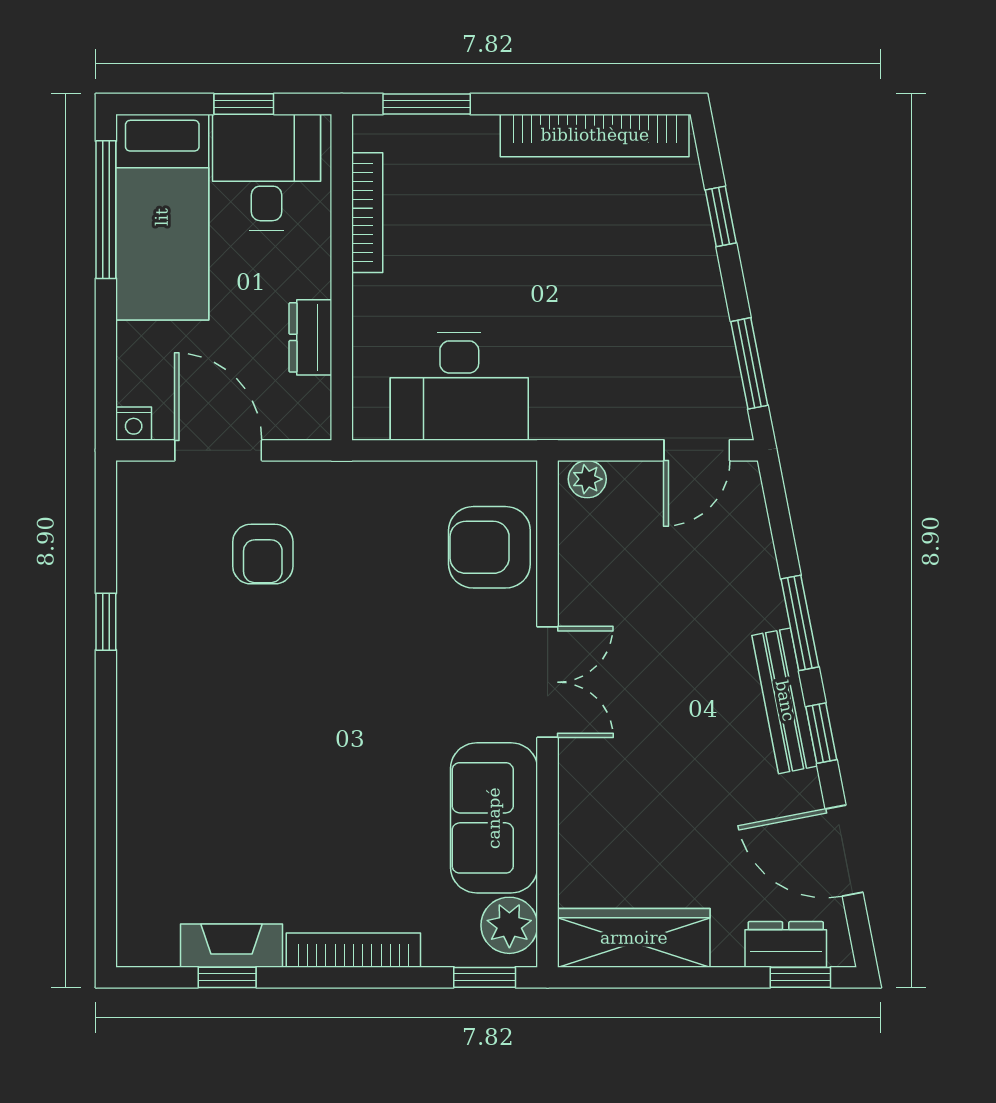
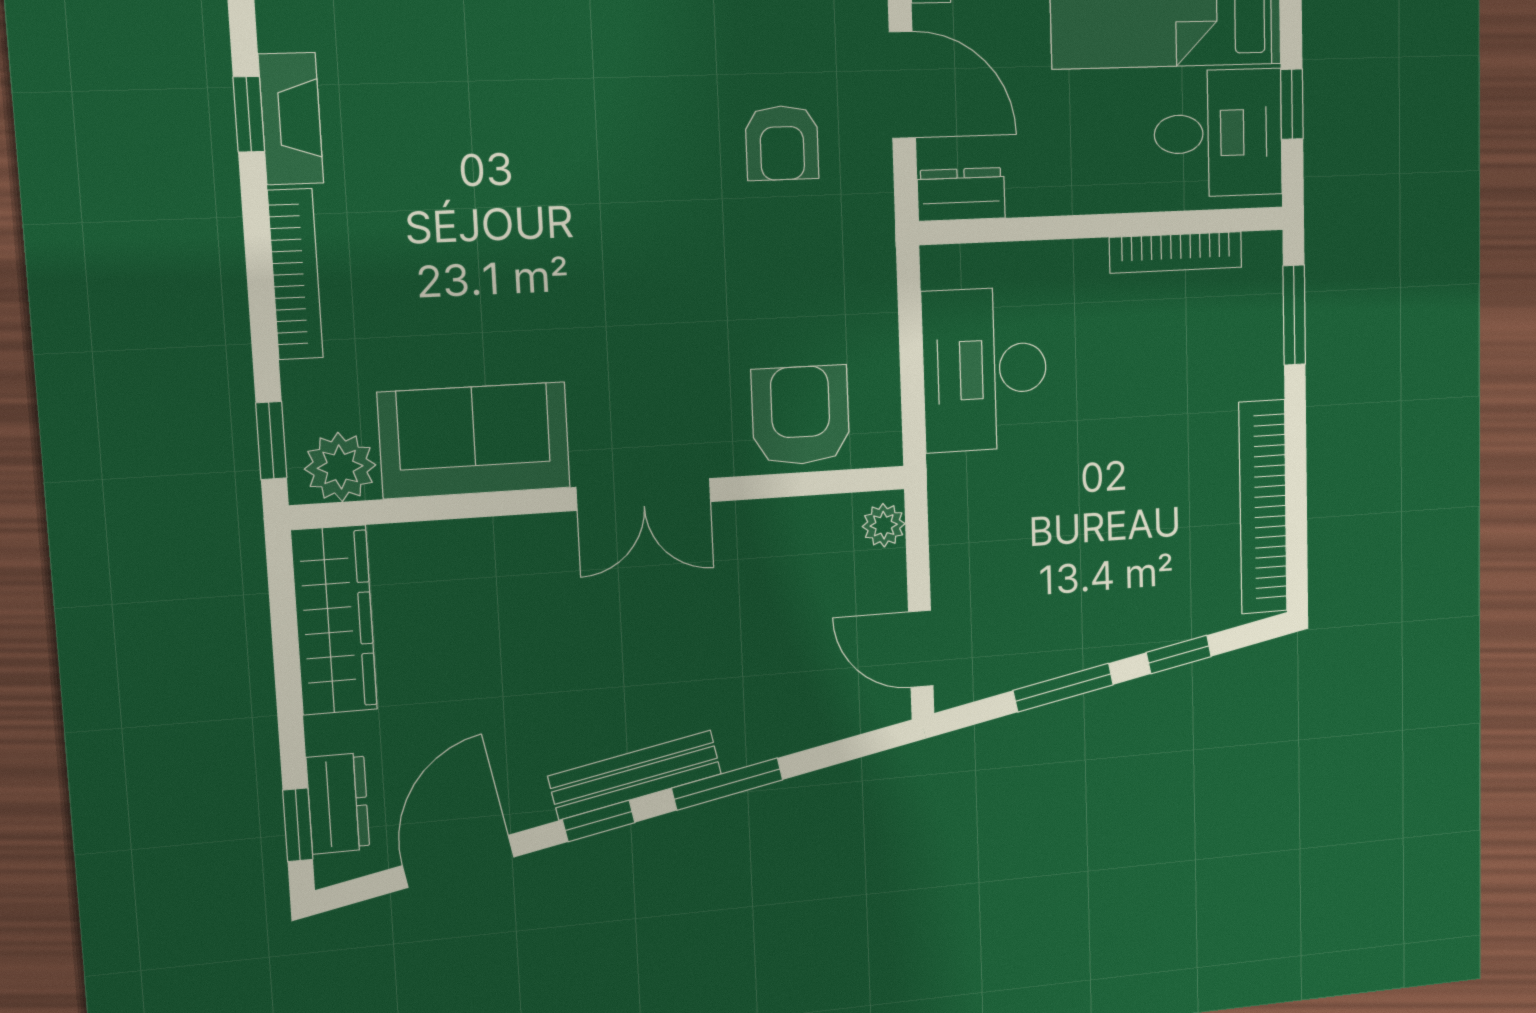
dresser: (310, 337) -> (961, 194), moved
window: (749, 363) -> (1063, 688), moved
door: (218, 450) -> (902, 85), hinge flipped
armchair: (263, 554) -> (782, 143), turned -90

